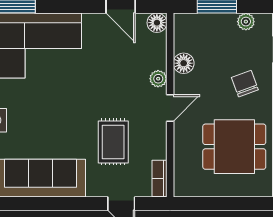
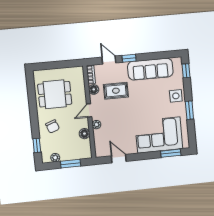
floor lamp: (157, 23) -> (94, 89), moved
rug: (113, 142) -> (116, 91), turned 90
window: (81, 204) -> (129, 58), added

